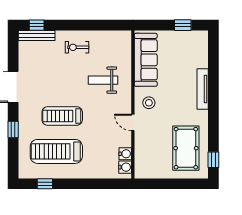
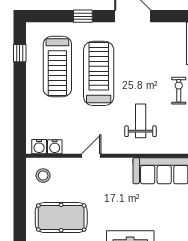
stool: (149, 103) -> (43, 176), moved
treadmill: (62, 116) -> (99, 73), width x1.37, depth x1.38
treadmill: (56, 151) -> (57, 66), turned 180

